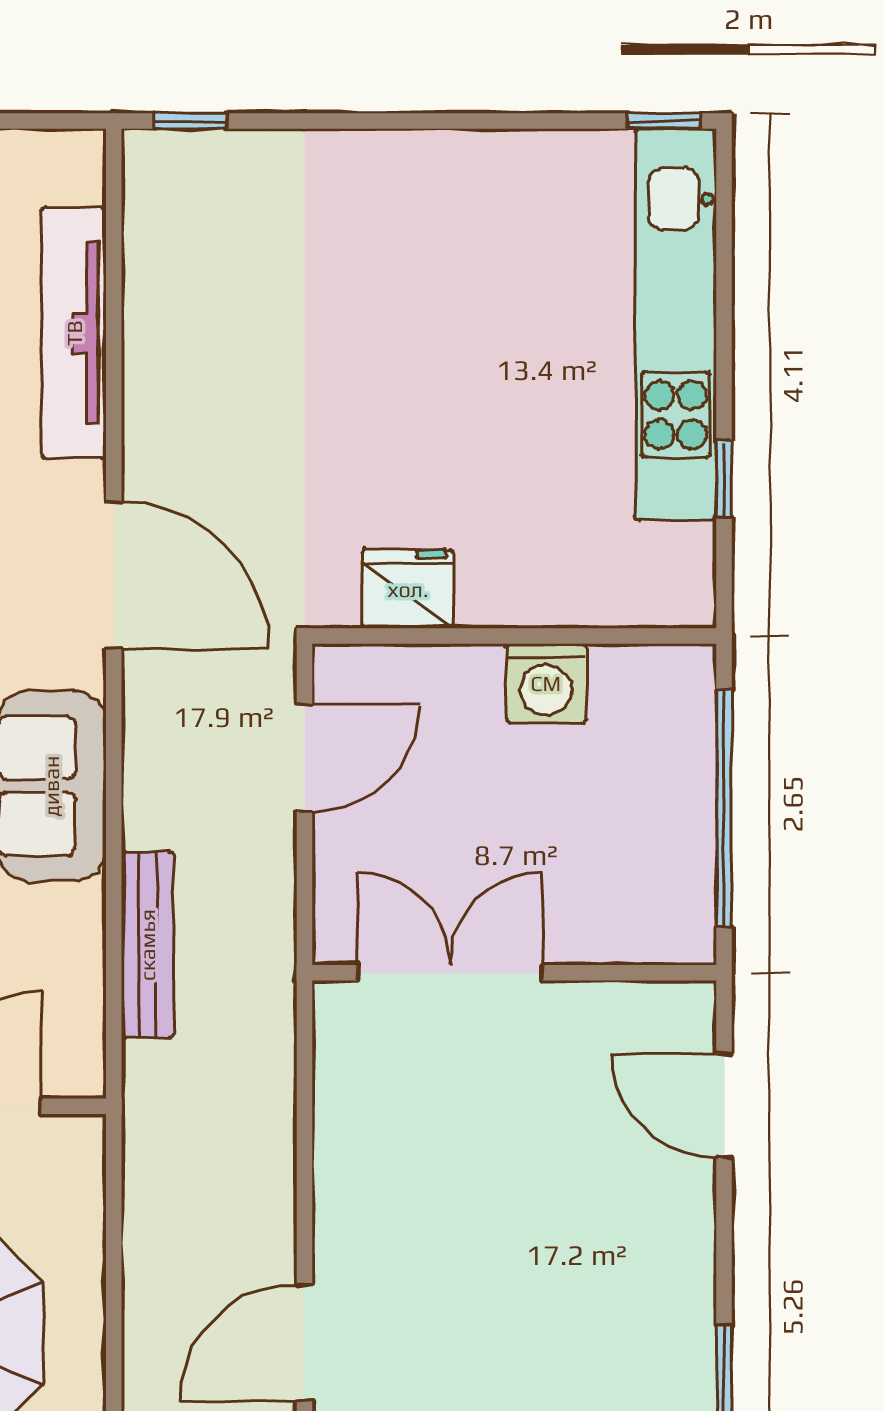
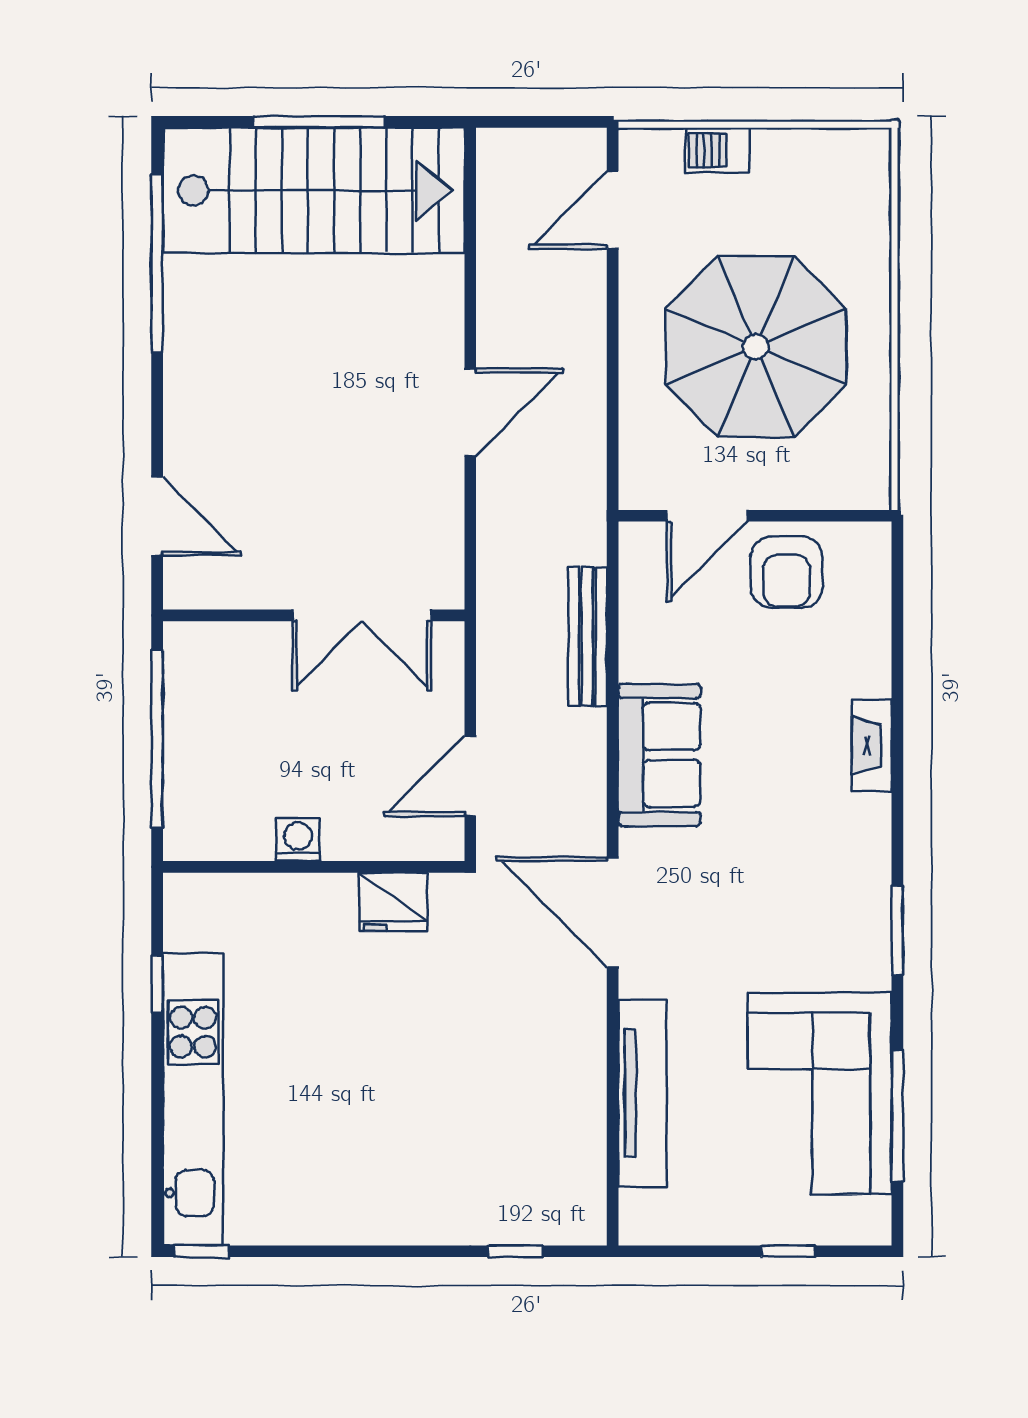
window: (190, 121) -> (515, 1251), moved
washing machine: (546, 683) -> (298, 840), width x0.73, depth x0.73
door: (304, 1343) -> (470, 412), moved

